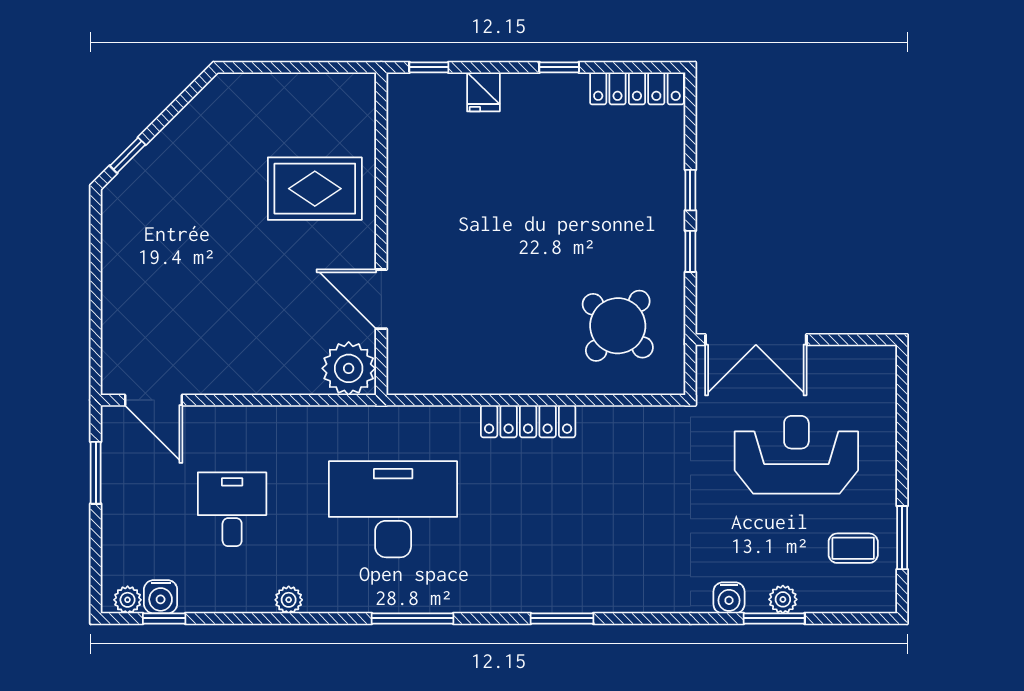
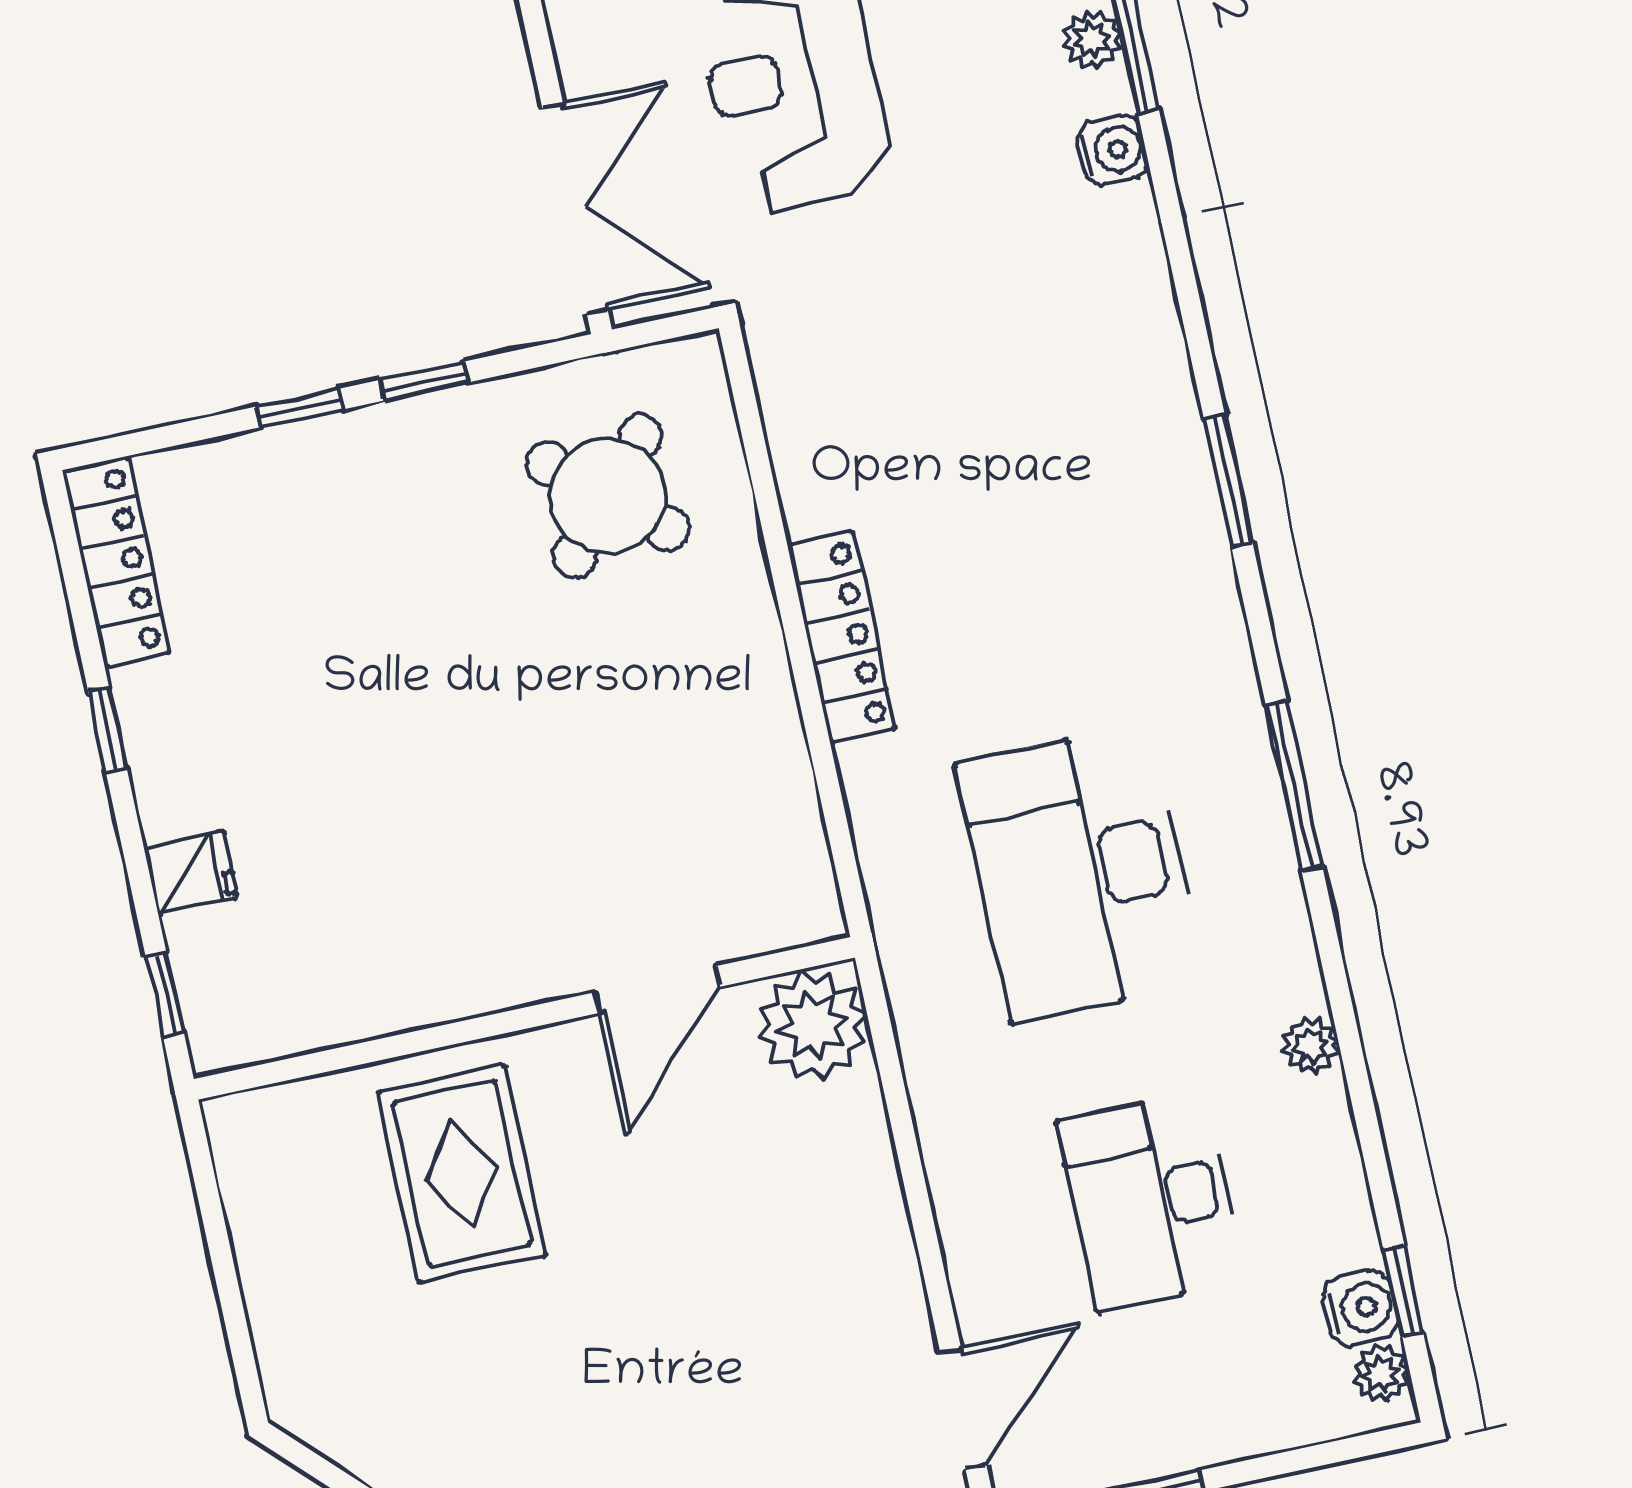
desk: (232, 509) -> (1151, 1201), width x1.37

